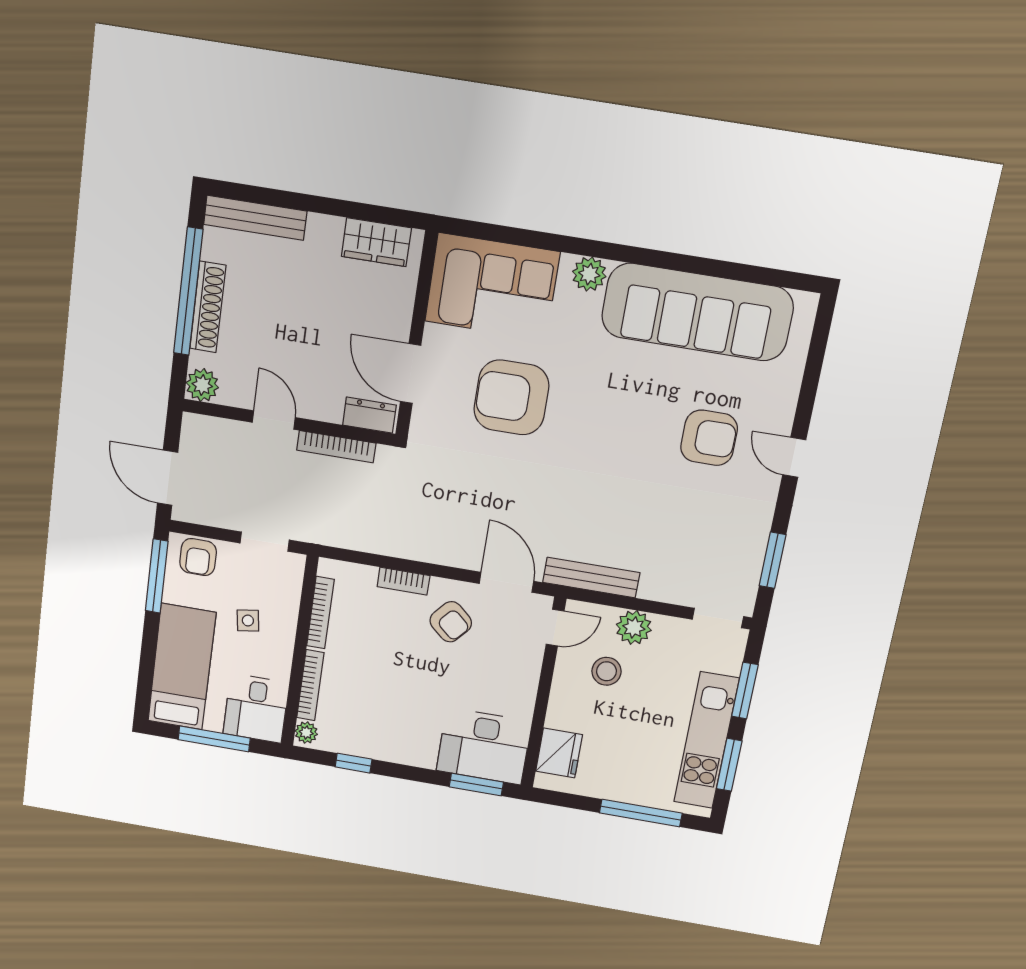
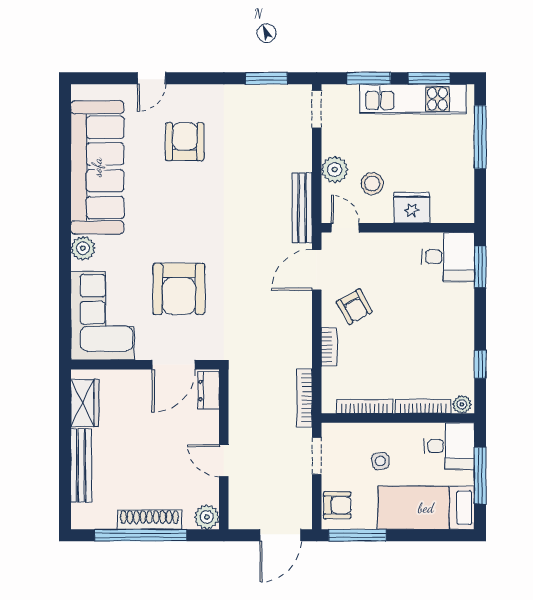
bench: (255, 218) -> (81, 466), moved
door: (274, 420) -> (224, 461), hinge flipped
bookcase: (336, 447) -> (305, 398), moved, turned 180
door: (794, 457) -> (151, 78), moved
armchair: (451, 622) -> (354, 307), turned 110
desk: (484, 746) -> (448, 257), width x0.73
fridge: (559, 753) -> (412, 208), moved

